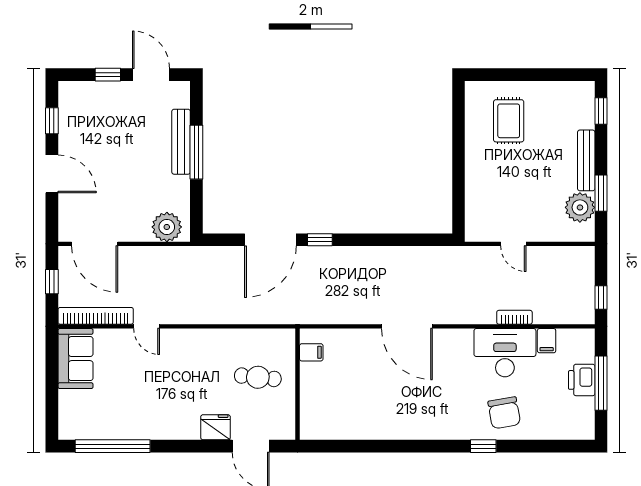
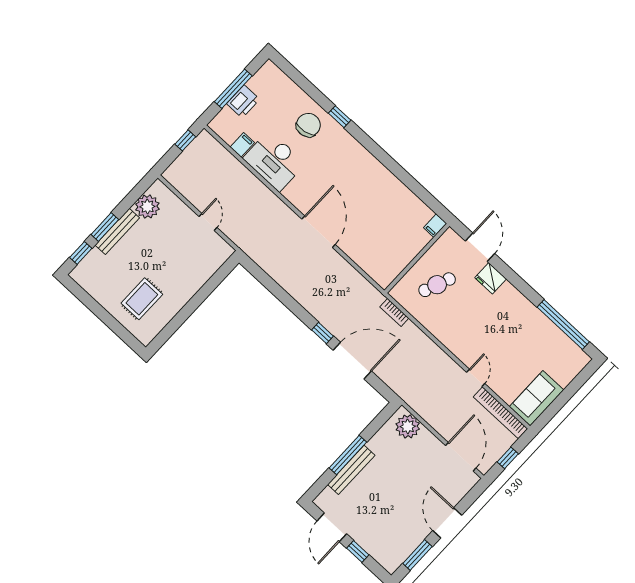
window: (52, 121) -> (417, 555), width x1.50
window: (601, 193) -> (105, 227), moved
bookcase: (514, 317) -> (394, 312), moved
filing cabinet: (311, 352) -> (435, 226), moved, turned -90
cafe table: (258, 377) -> (437, 285), turned -74

